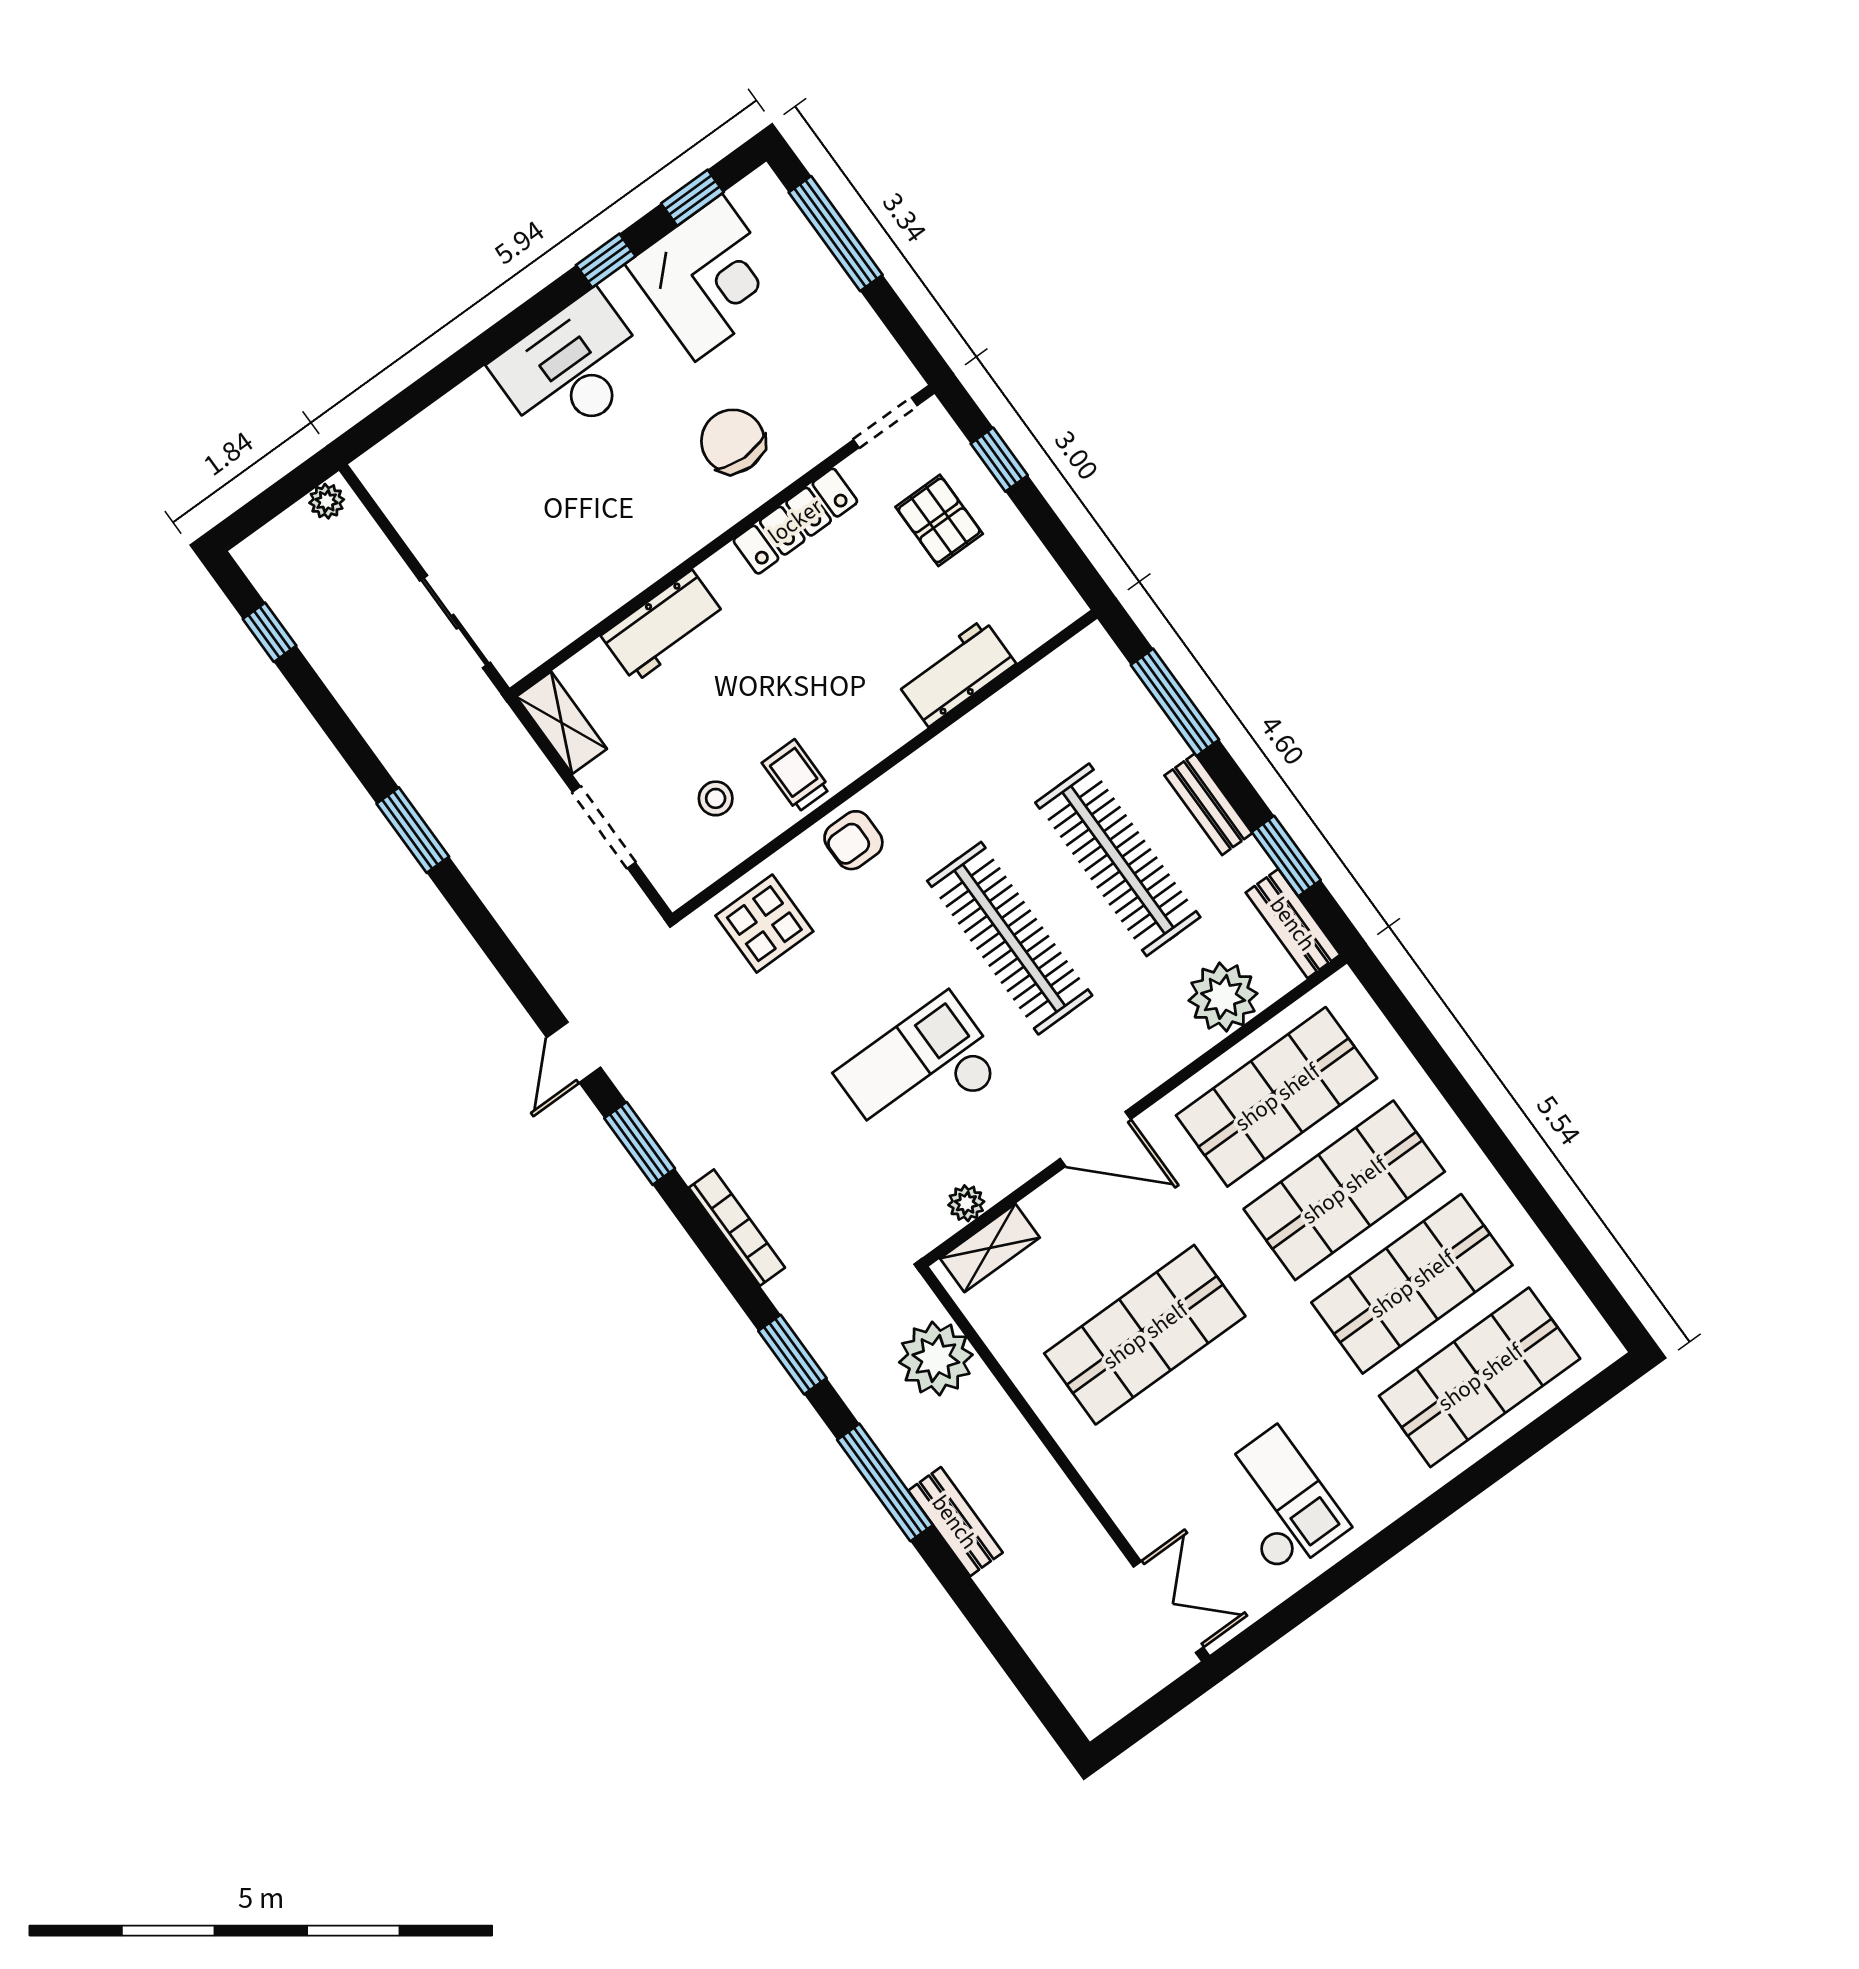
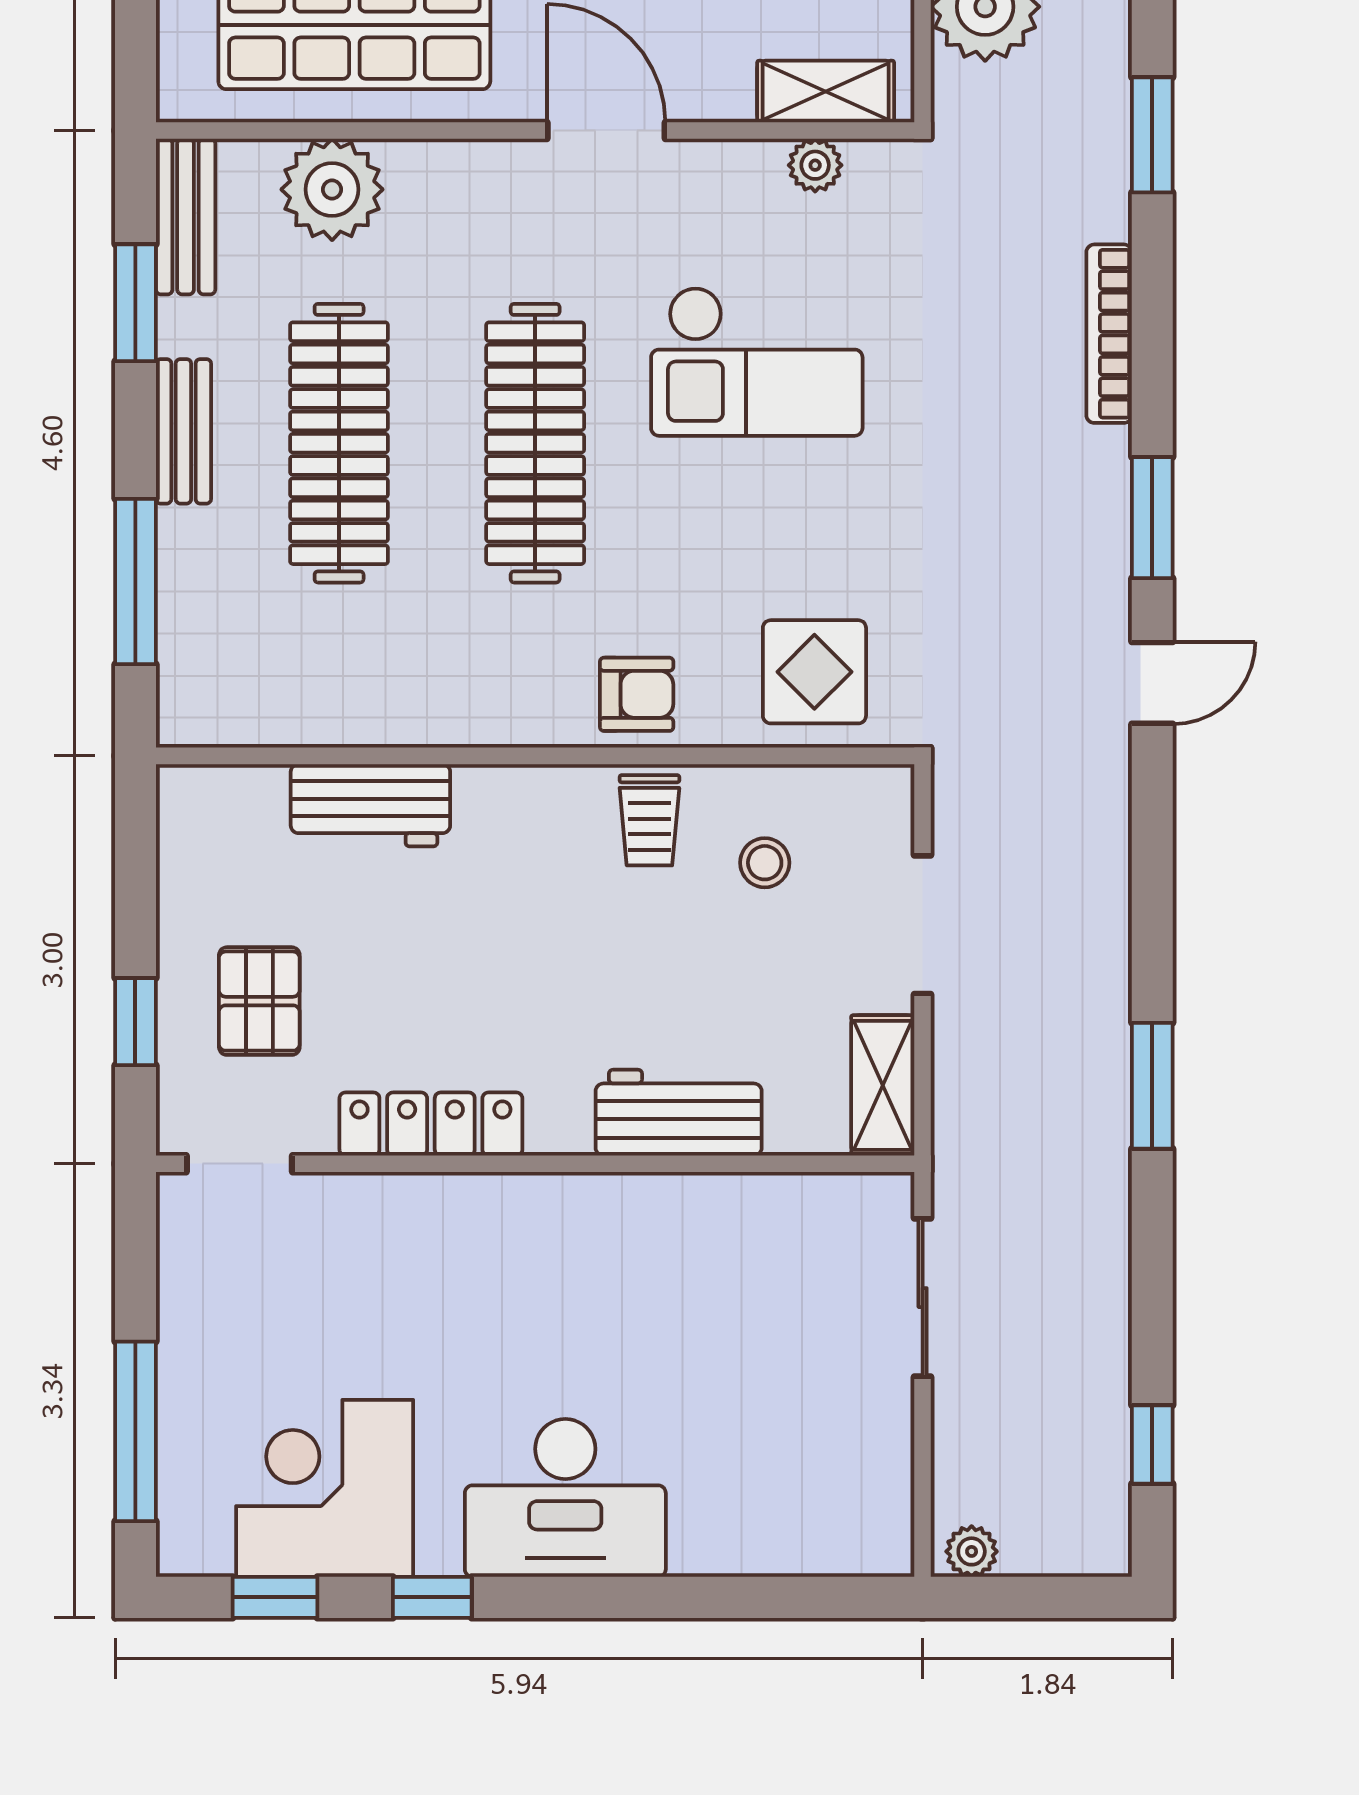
chair: (733, 441) -> (437, 1273), removed

